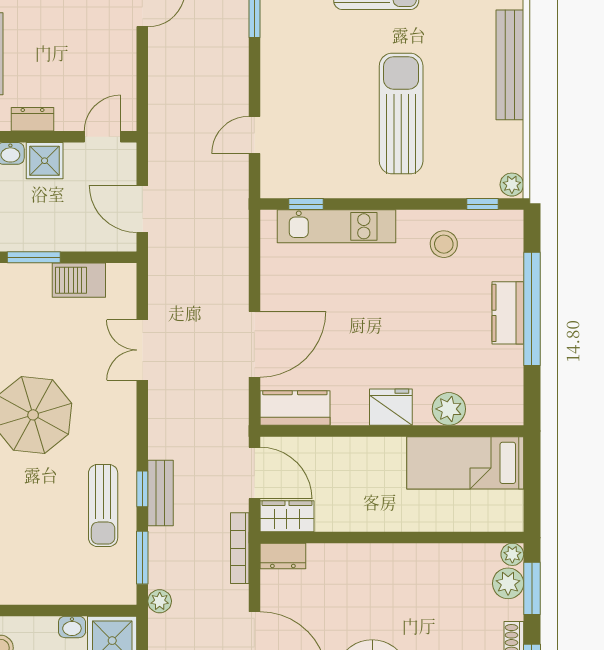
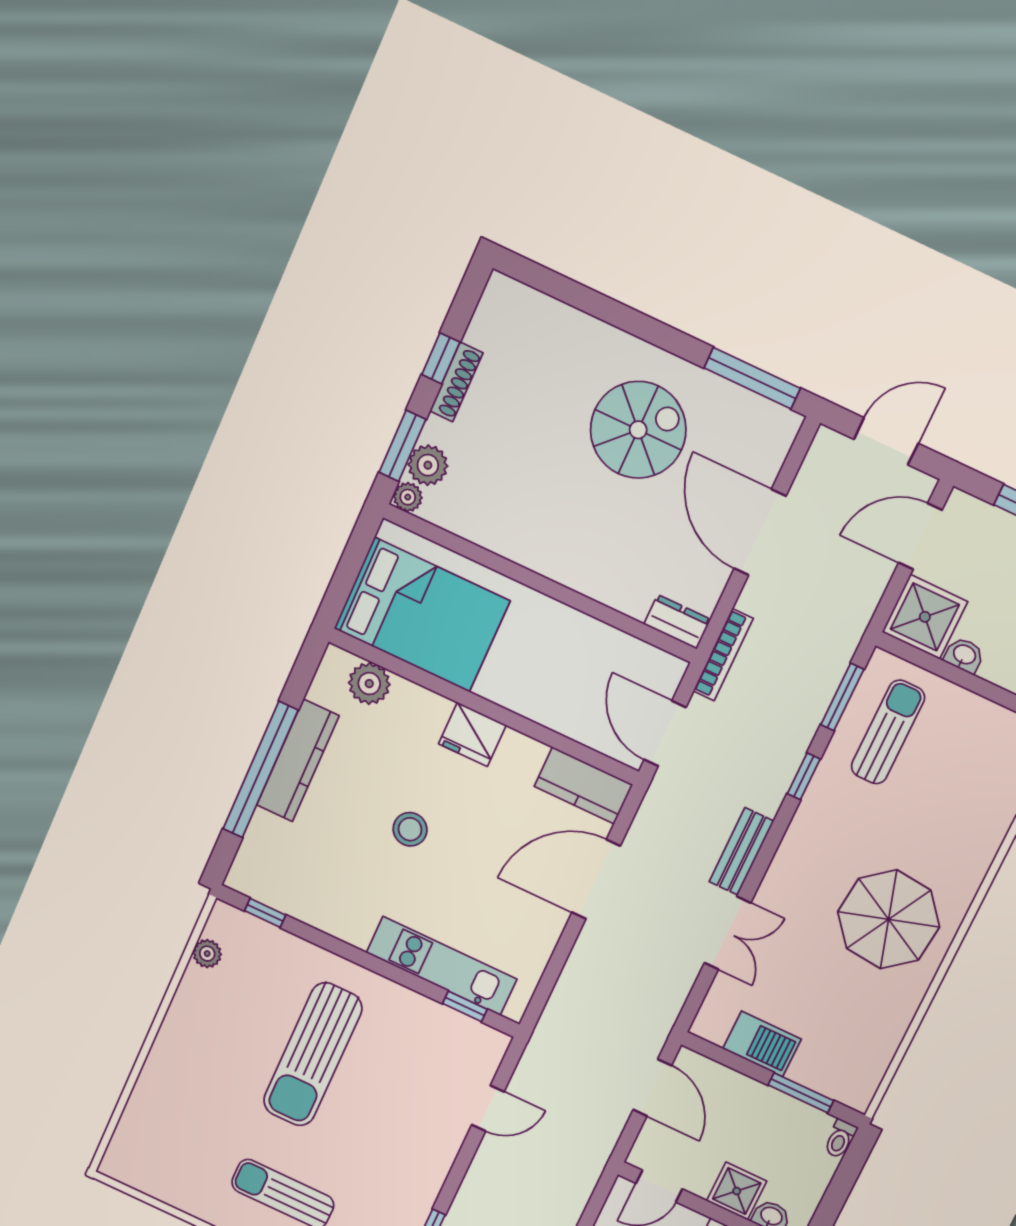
bench: (510, 65) -> (168, 1050), removed
plant: (512, 185) -> (207, 954), moved
stool: (444, 244) -> (410, 829), moved
kitchen counter: (508, 313) -> (298, 761), width x1.50
plant: (449, 409) -> (369, 684), moved
bed: (465, 463) -> (422, 615), width x1.50
bench: (161, 493) -> (741, 851), moved
sun lounger: (103, 505) -> (888, 732), moved
wardrobe: (287, 516) -> (651, 666), removed
plant: (160, 601) -> (847, 637), removed

